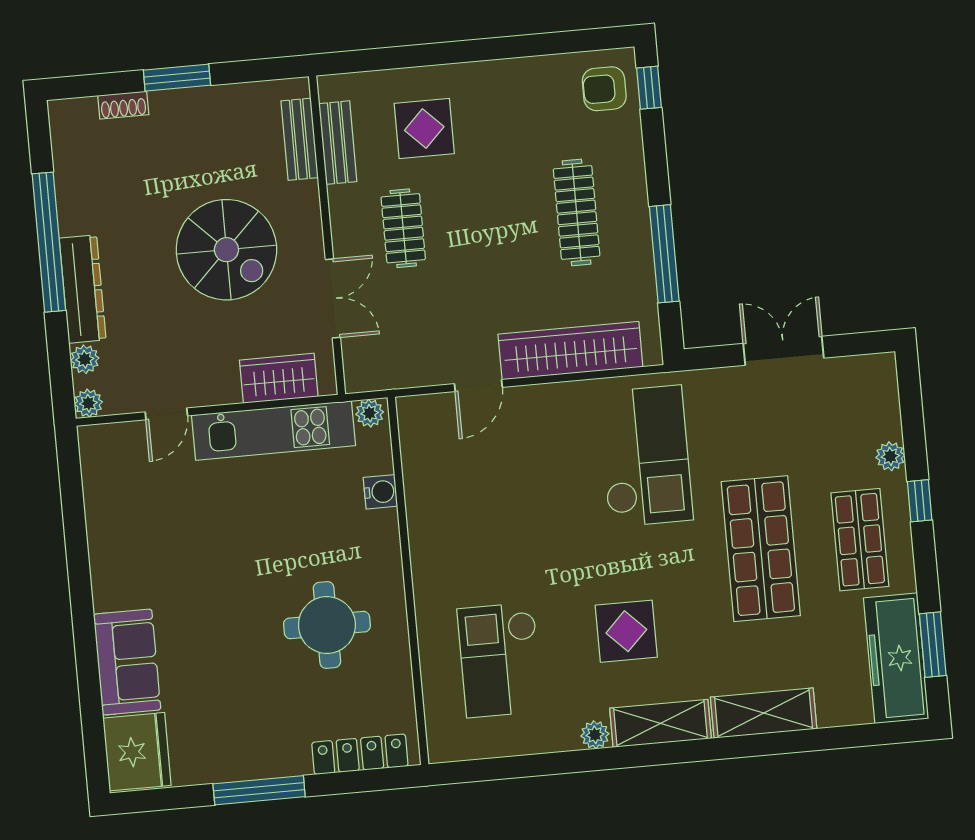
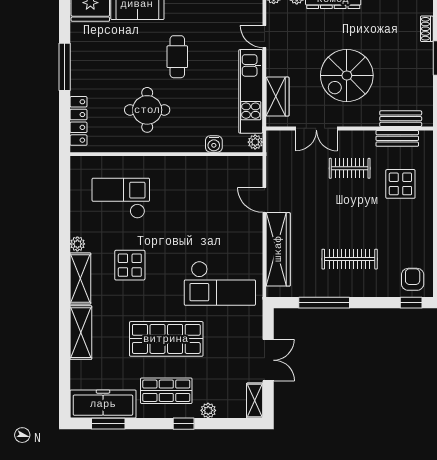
shelving: (863, 369) -> (255, 401), added
cafe table: (220, 577) -> (177, 57), added

